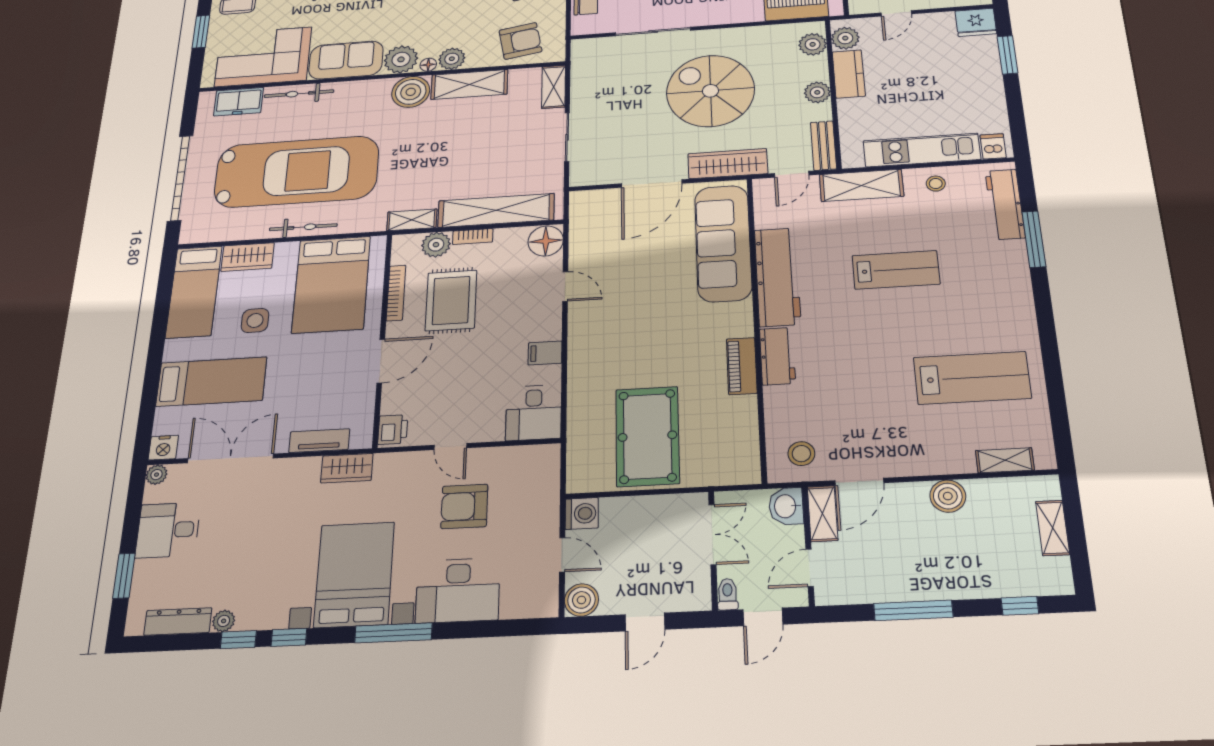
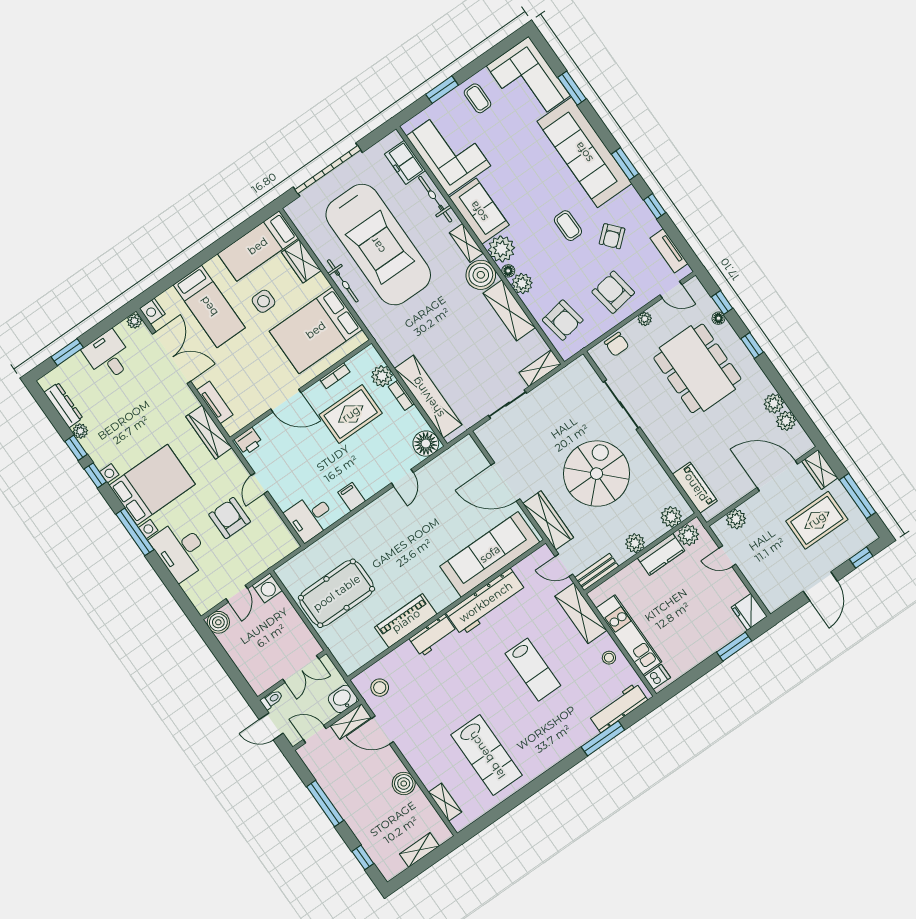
shelving: (412, 220) -> (466, 243), moved
bookcase: (396, 293) -> (335, 376), width x0.64
piano: (742, 366) -> (406, 621), width x1.37, depth x1.33
wardrobe: (347, 468) -> (209, 432), width x1.50
door: (645, 622) -> (228, 665), removed

